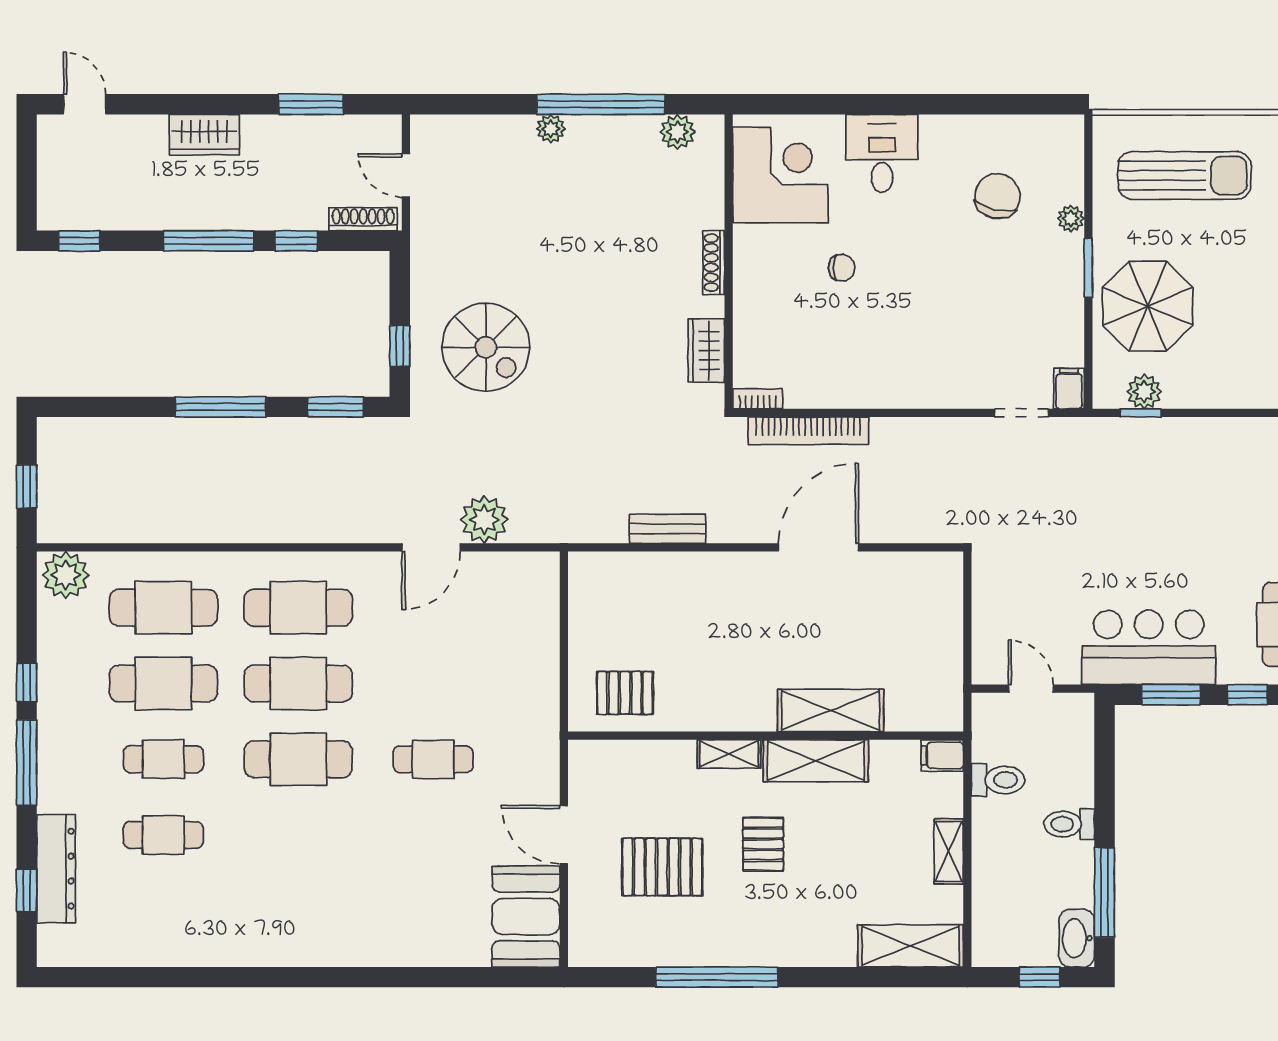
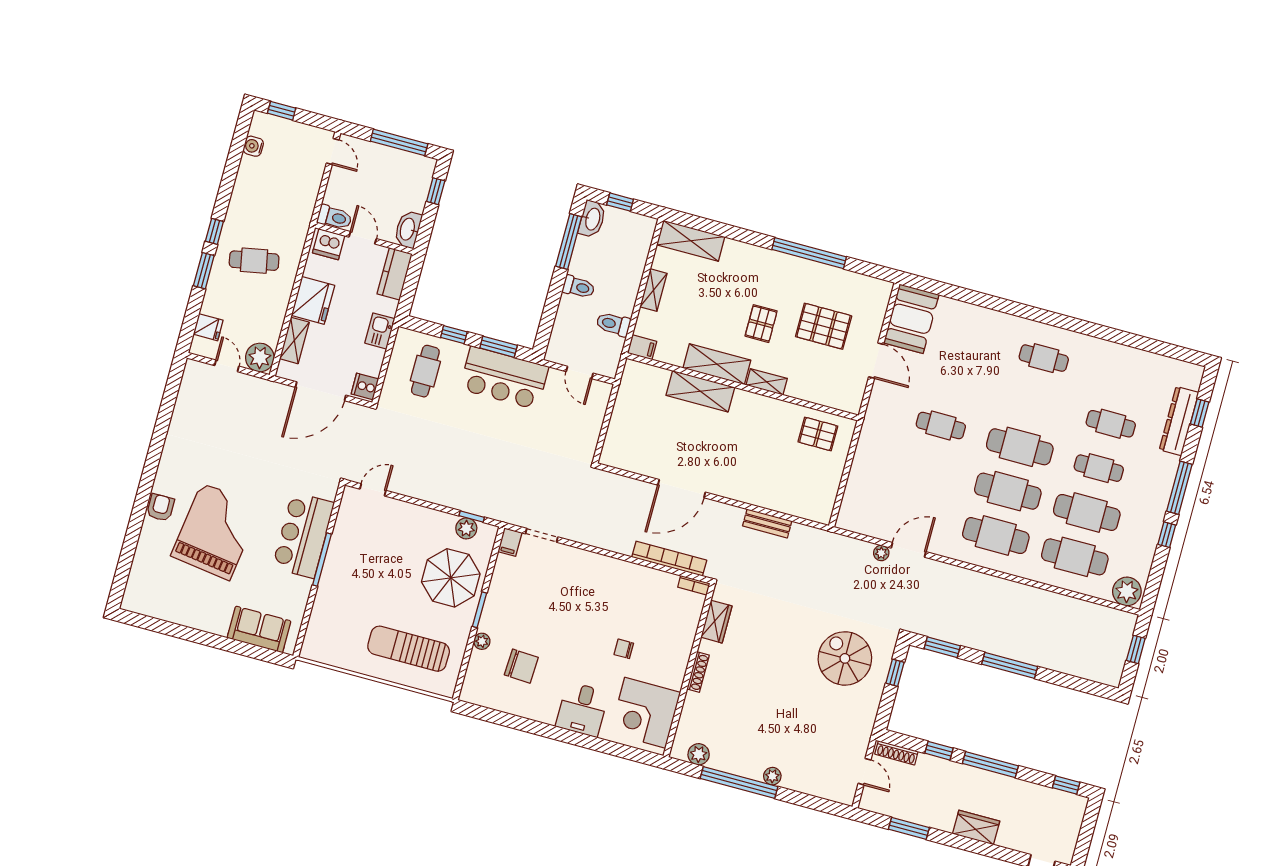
chair: (997, 196) -> (521, 666), turned -100
plant: (484, 520) -> (881, 553), width x0.53, depth x0.53
cafe table: (298, 911) -> (1044, 358), added

